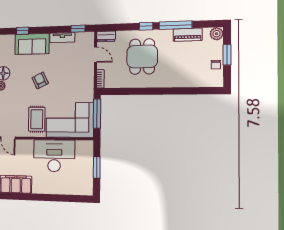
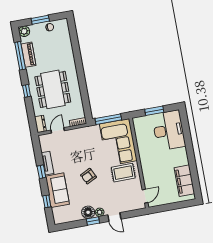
window: (175, 25) -> (20, 56), moved
window: (78, 29) -> (41, 172), moved
dining table: (142, 56) -> (53, 89), width x1.38
desk: (54, 156) -> (169, 130), moved, turned 180

